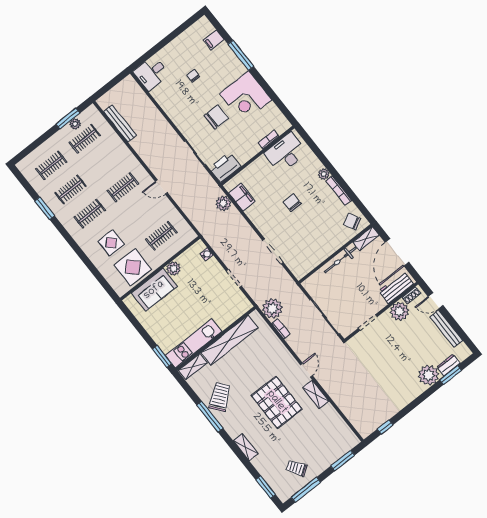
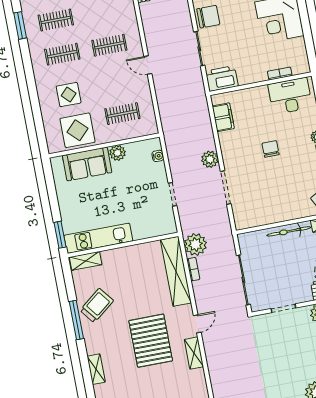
chair: (216, 117) -> (208, 17), moved
plant: (223, 203) -> (210, 159), moved
shelving: (229, 340) -> (176, 271), moved, turned 90

